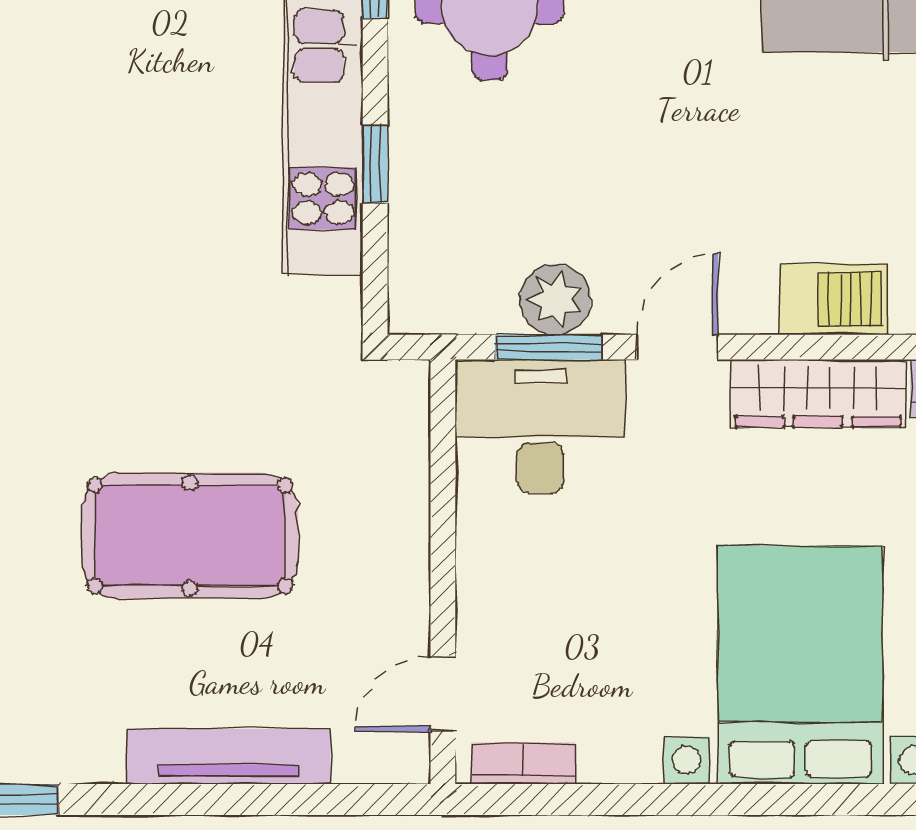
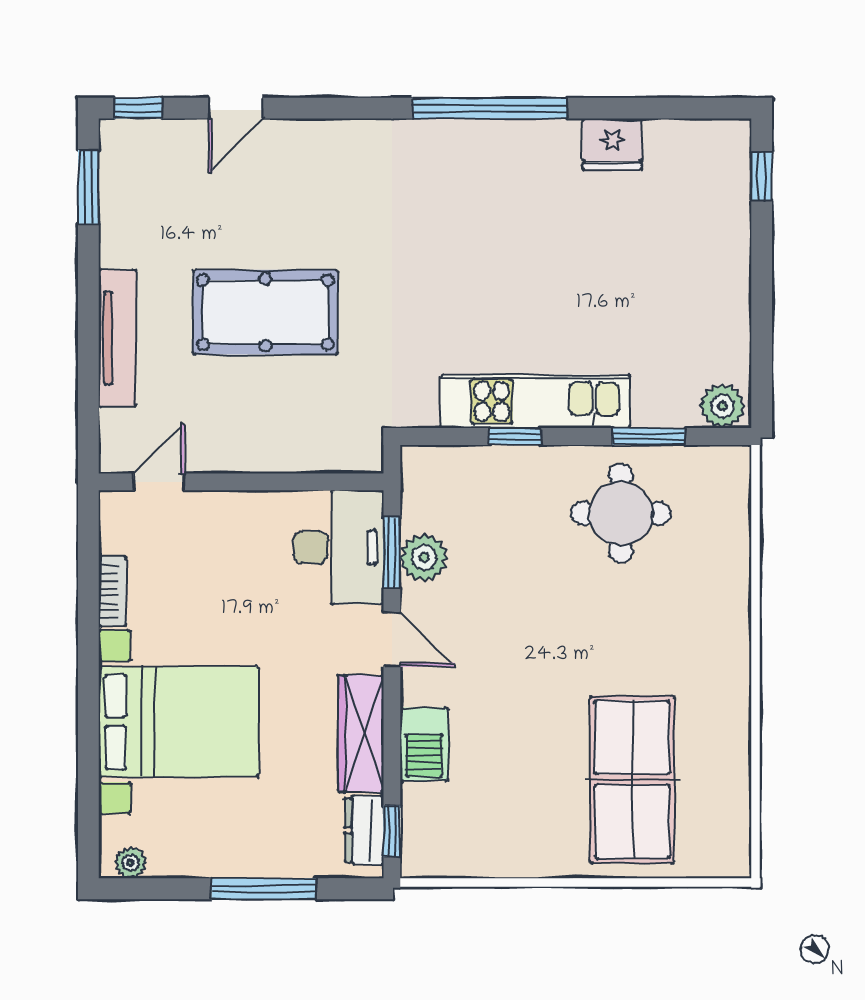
pool table: (190, 536) -> (265, 312), turned 90
door: (443, 694) -> (159, 482), hinge flipped
bookcase: (523, 763) -> (113, 592), moved

